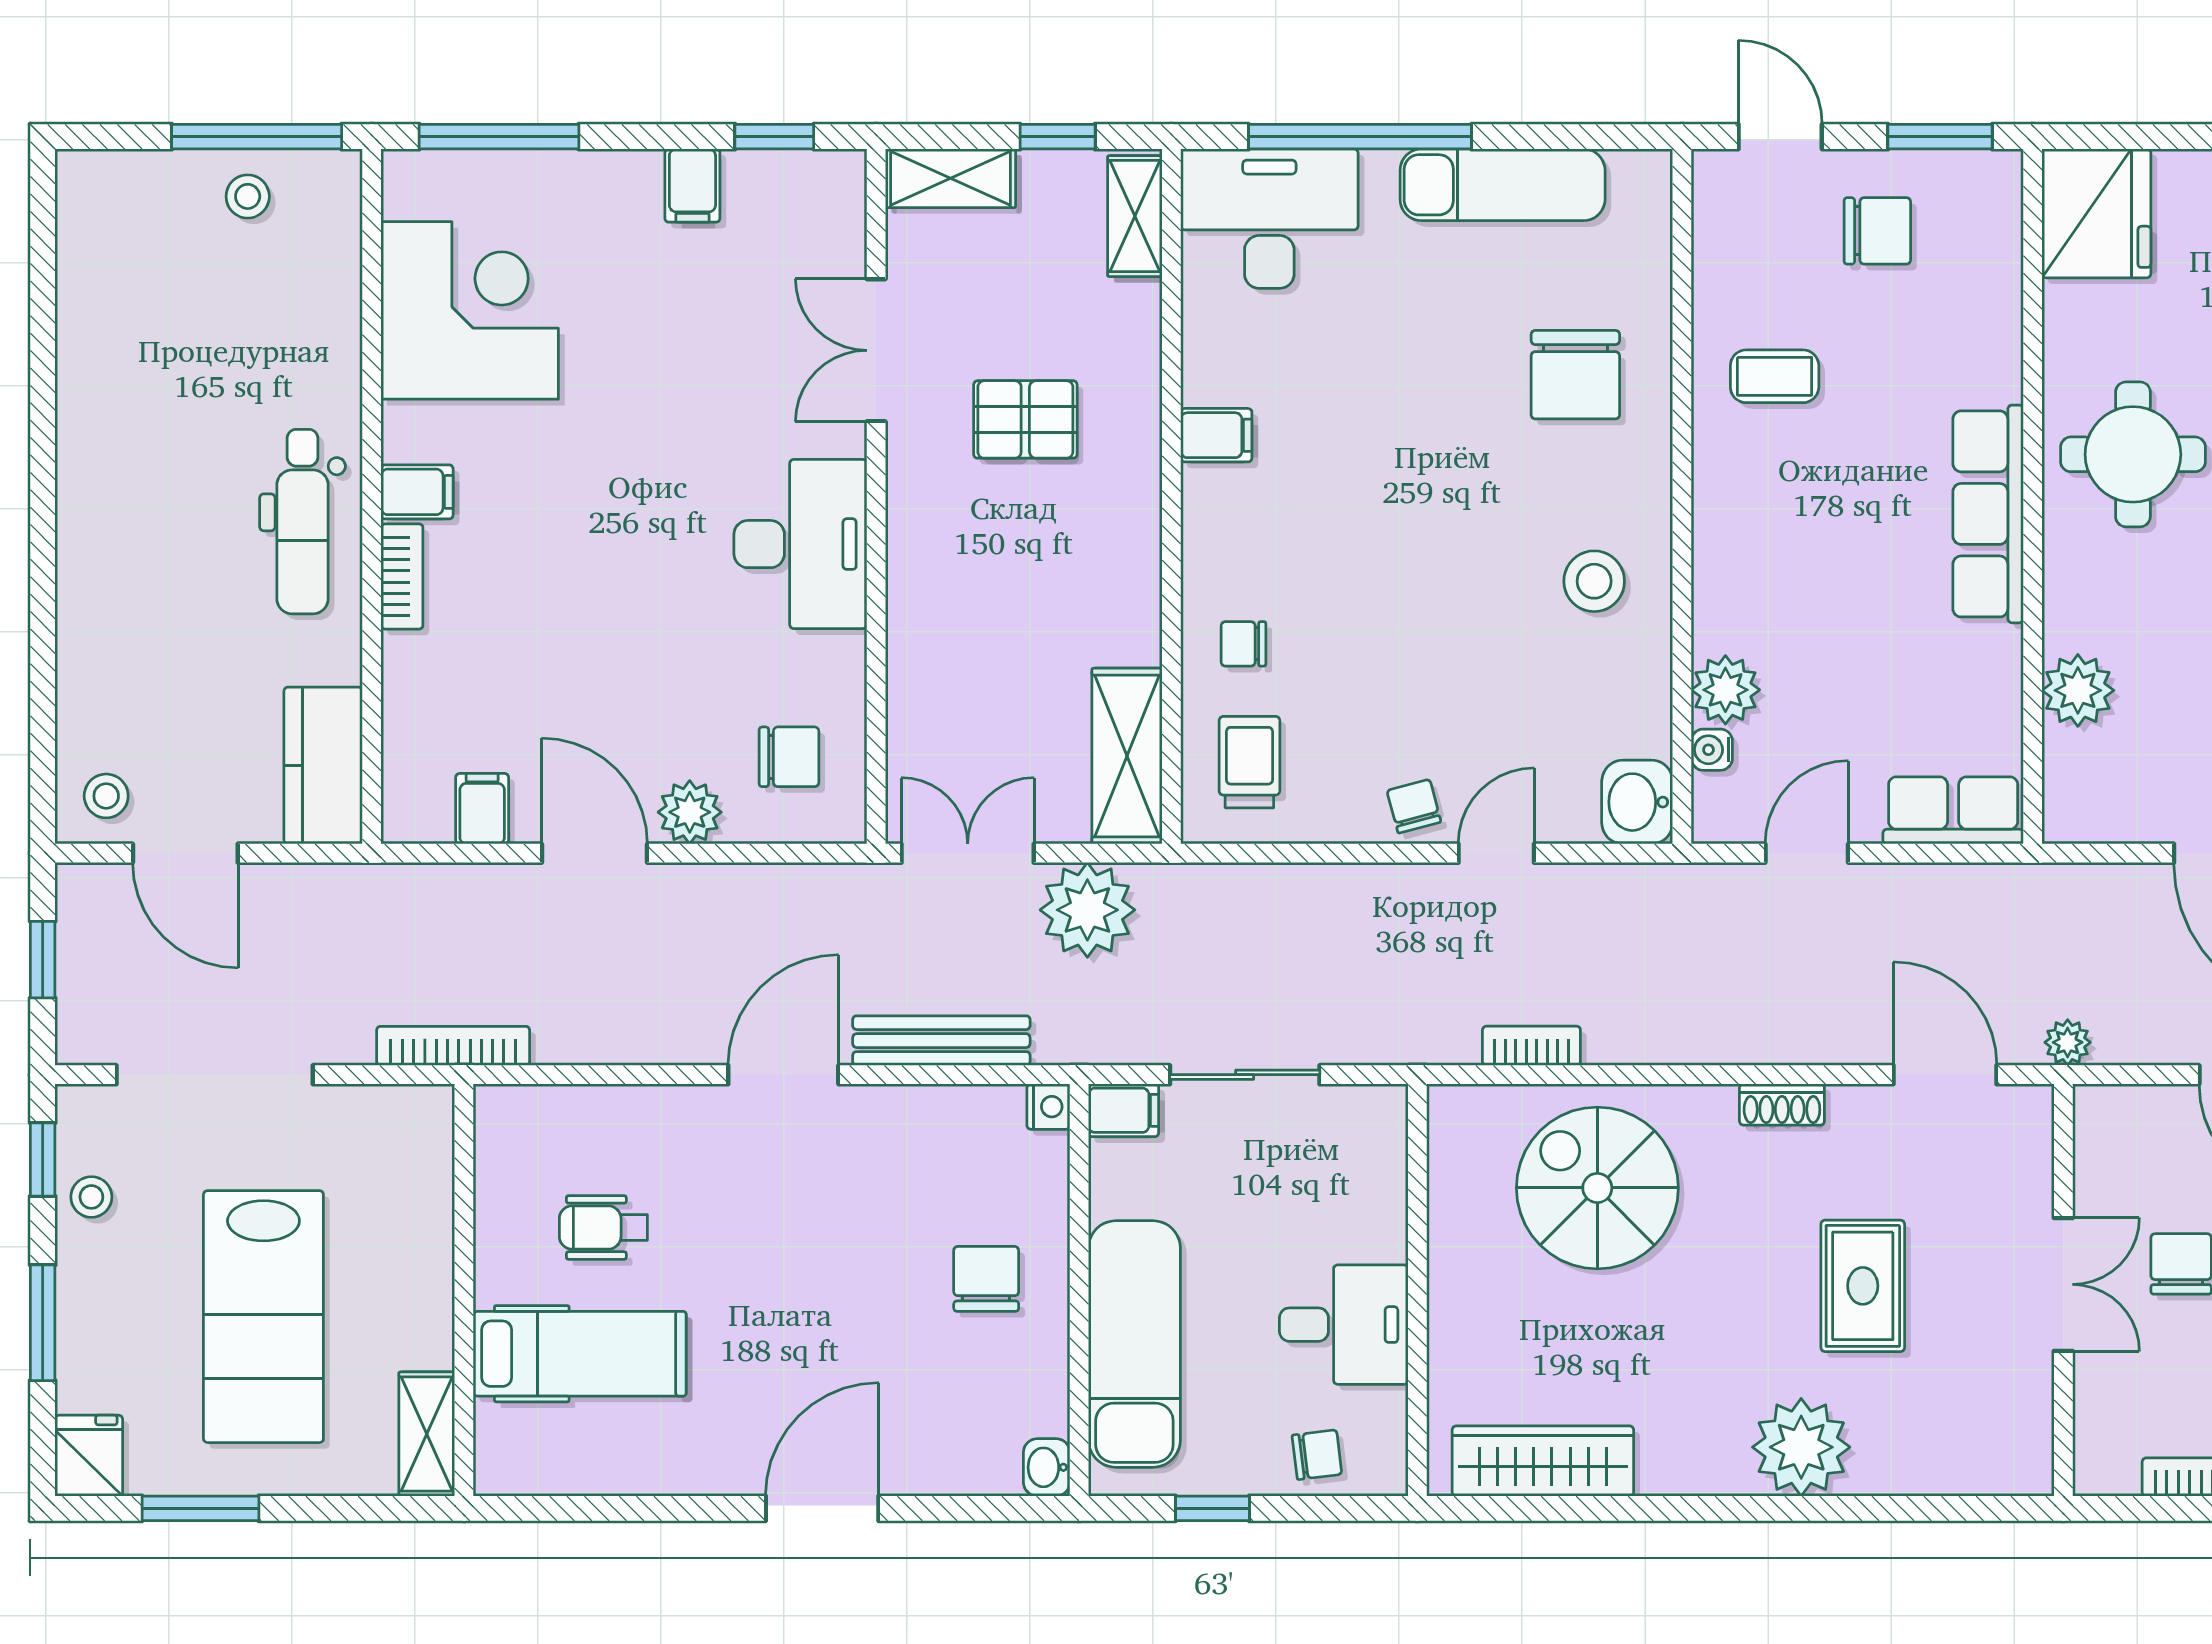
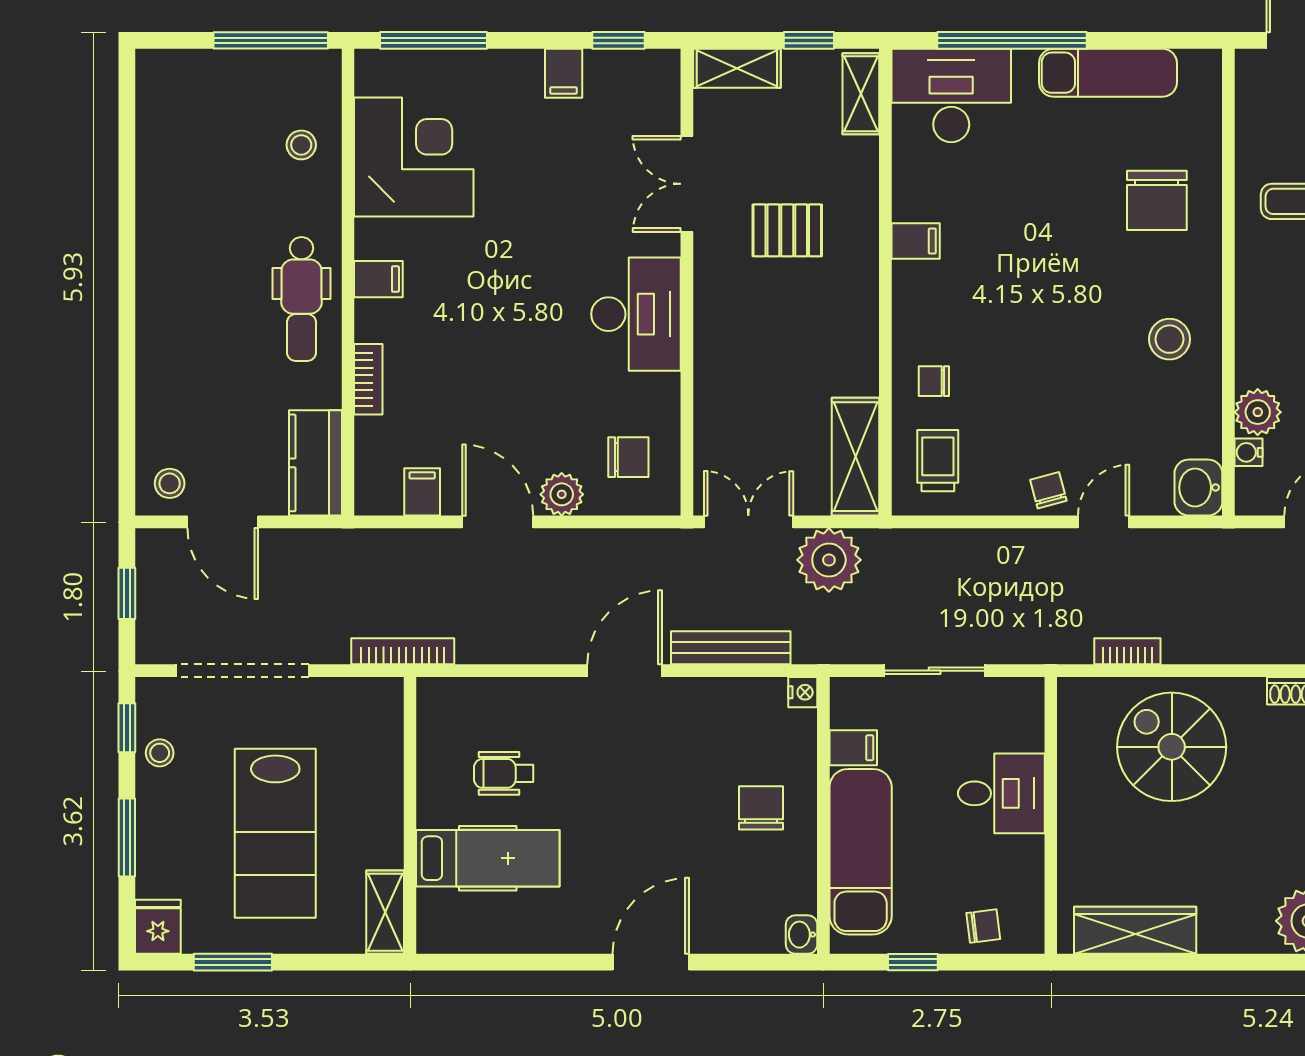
stool: (248, 196) -> (301, 145), moved
bookcase: (402, 576) -> (368, 379), moved
filing cabinet: (1124, 1110) -> (853, 748), moved
desk: (1344, 1325) -> (1001, 793), moved

